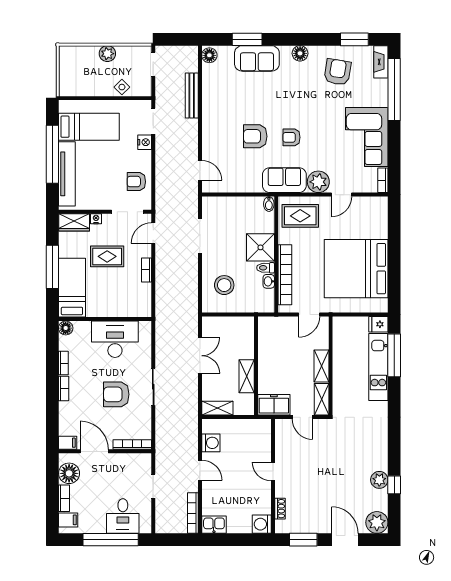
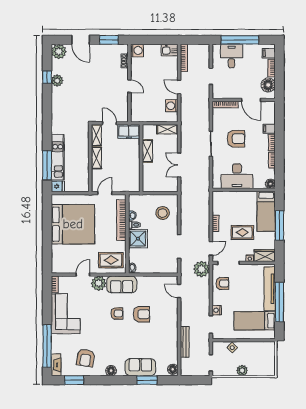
plant: (167, 203) -> (201, 269), added
filing cabinet: (68, 443) -> (269, 129), moved

